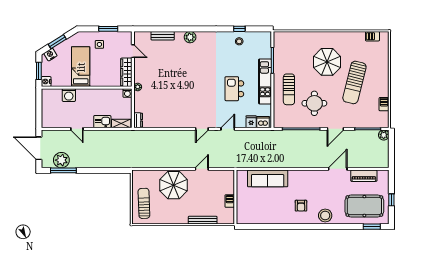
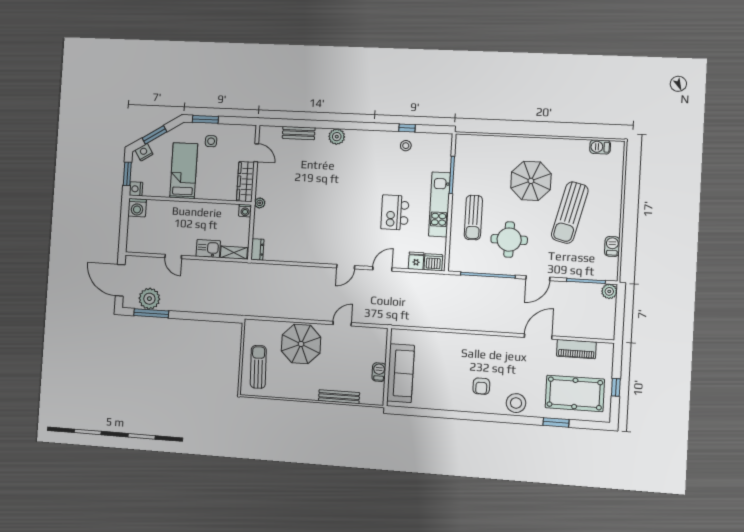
window: (108, 29) -> (205, 119), moved
washing machine: (69, 95) -> (137, 208), moved
sofa: (268, 178) -> (401, 373), moved, turned -90
window: (372, 227) -> (556, 422), moved

